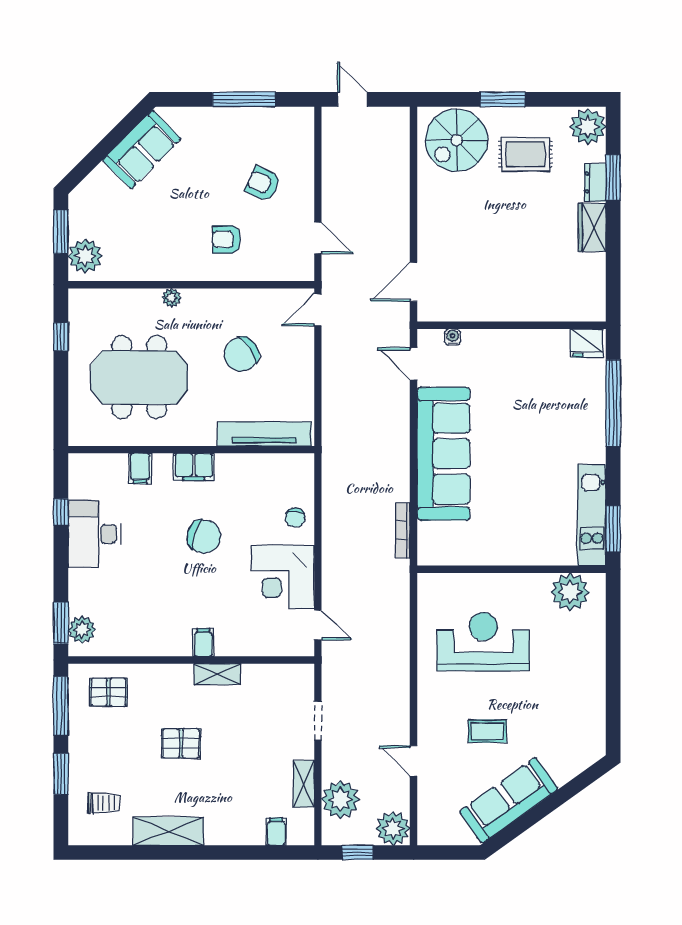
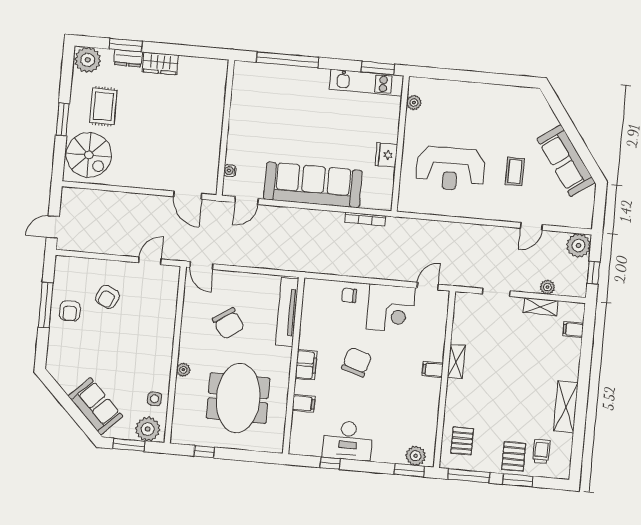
sofa: (142, 149) -> (96, 406), moved
armchair: (227, 239) -> (70, 311), moved
side table: (128, 262) -> (155, 399), added
fridge: (587, 343) -> (386, 155), moved, turned 180
chair: (295, 518) -> (349, 295), turned 180
plant: (570, 592) -> (414, 103), width x0.53, depth x0.53
reception desk: (483, 642) -> (450, 169), turned -90
pallet: (181, 743) -> (514, 456), moved
plant: (340, 800) -> (547, 287), width x0.53, depth x0.53

